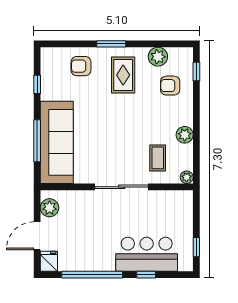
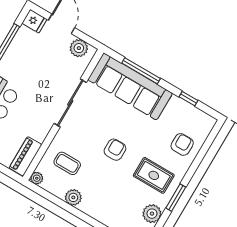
window: (111, 44) -> (176, 198), moved
armchair: (170, 86) -> (115, 150), moved
sliding door: (122, 187) -> (70, 103), moved
piano: (173, 199) -> (25, 156), added

